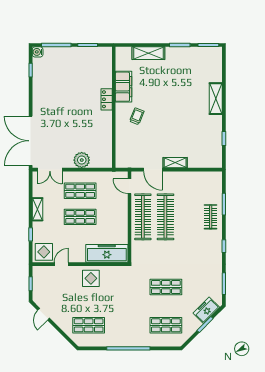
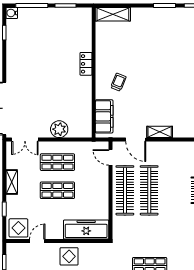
shelving: (148, 53) -> (113, 14), moved
filing cabinet: (124, 87) -> (104, 116), moved

